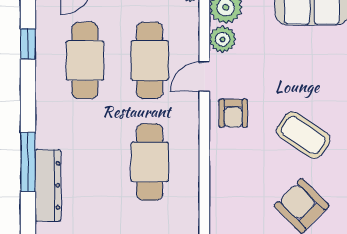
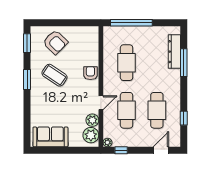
armchair: (233, 113) -> (90, 73), moved

